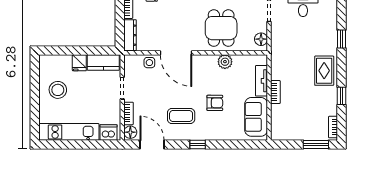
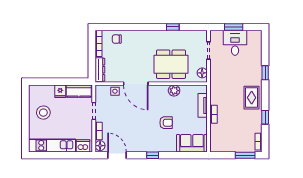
dining table: (221, 28) -> (171, 64), width x1.38
coffee table: (181, 116) -> (140, 133), removed
sofa: (256, 117) -> (192, 143), moved, turned 90

